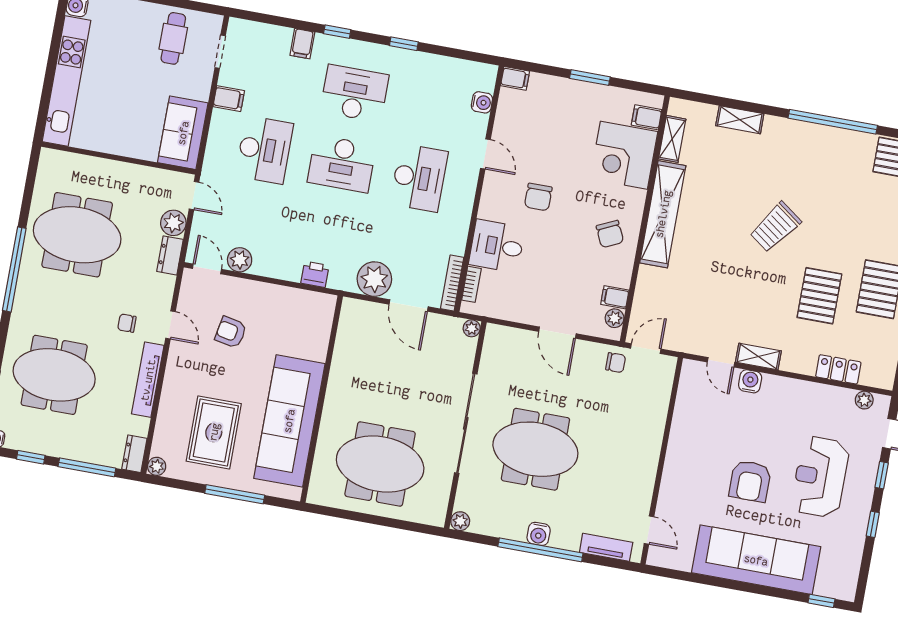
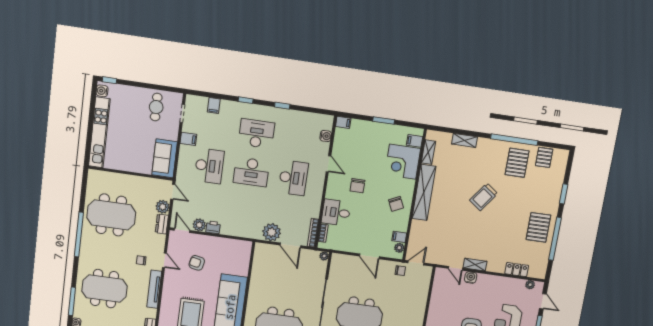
filing cabinet: (302, 44) -> (214, 106), moved
printer: (315, 274) -> (213, 227), moved
pallet: (819, 296) -> (517, 163), moved

